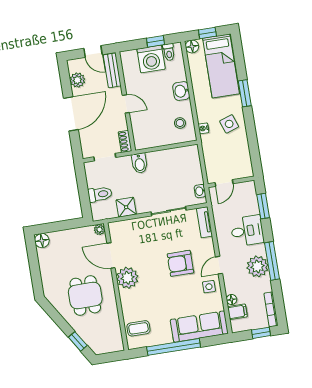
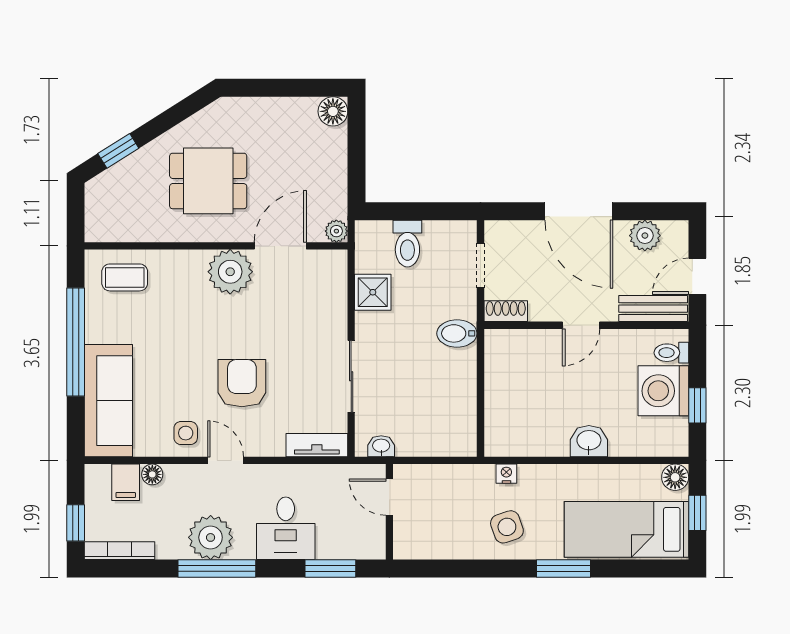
toilet: (169, 52) -> (671, 353), moved
stool: (180, 123) -> (525, 428), removed
coffee table: (138, 328) -> (125, 277), turned 90

